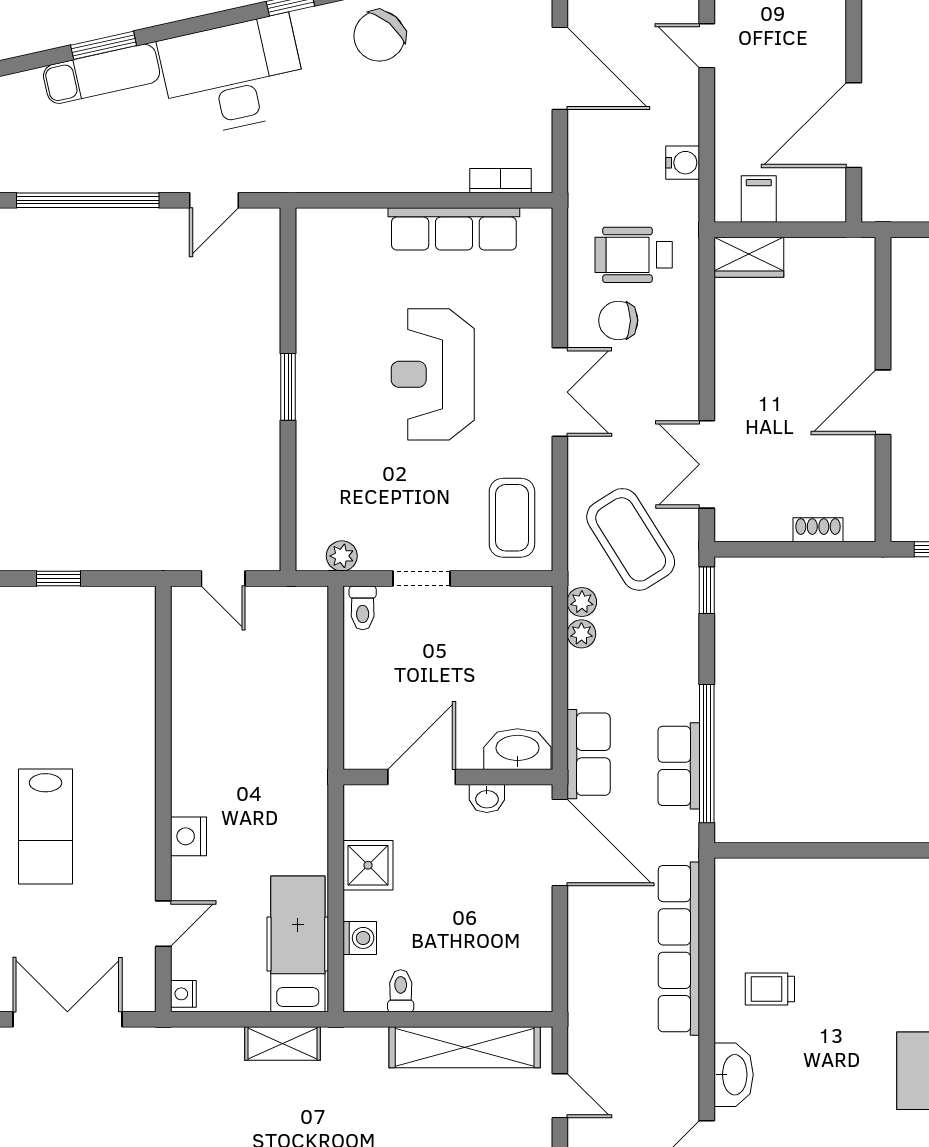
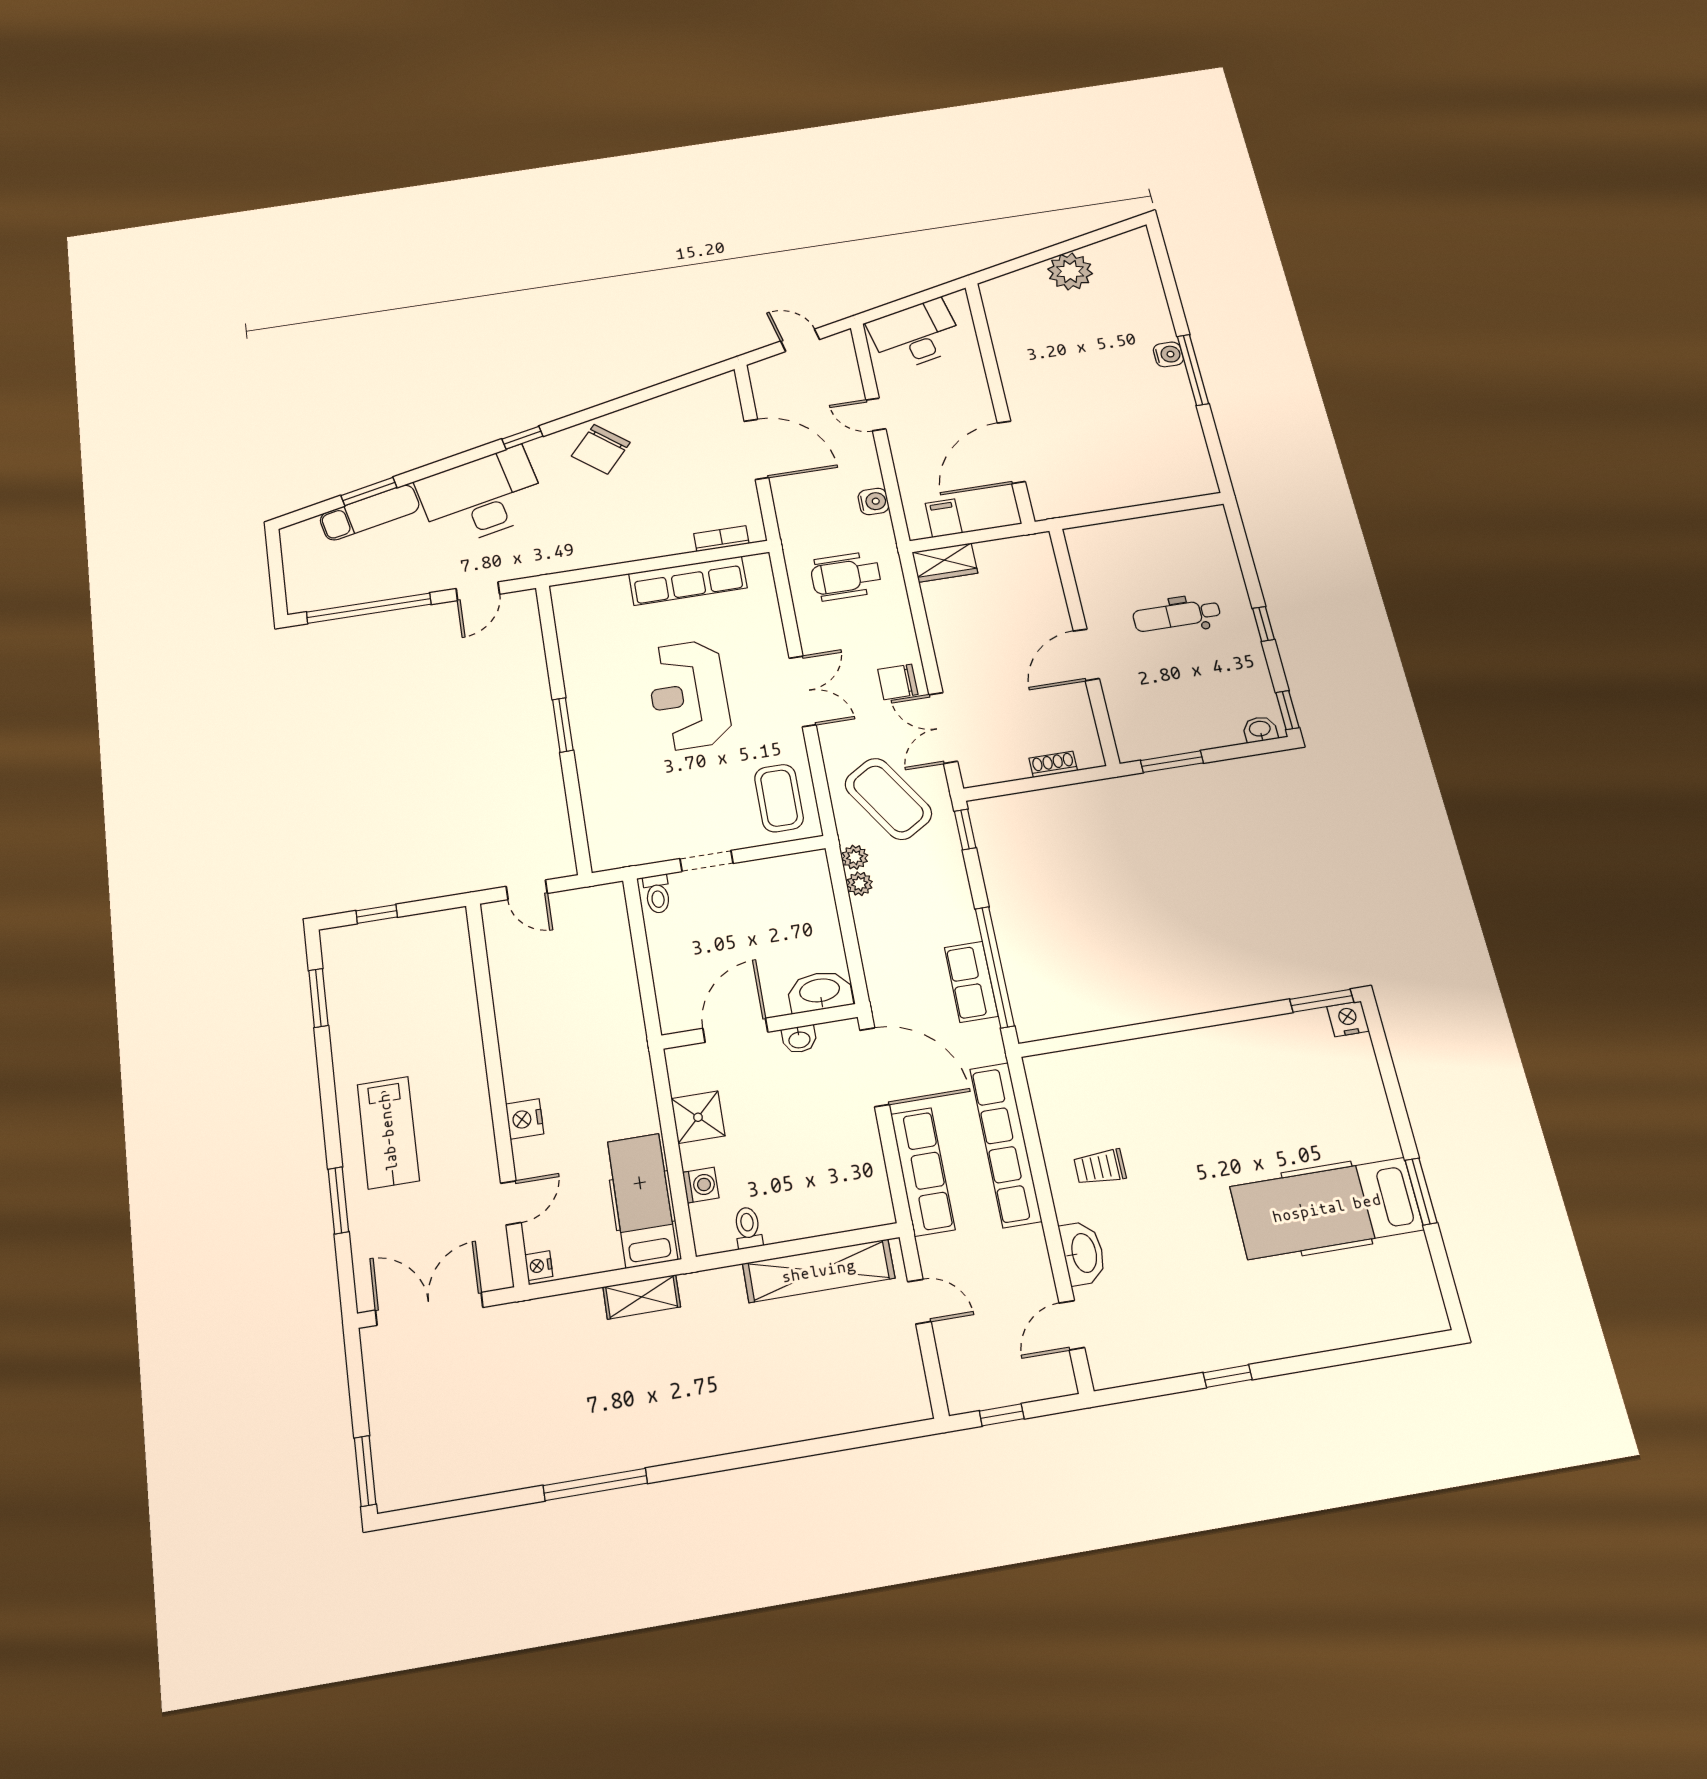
chair: (618, 320) -> (898, 682), moved
plant: (342, 556) -> (632, 854), removed
row of seats: (589, 754) -> (923, 1172), moved, width x1.48

